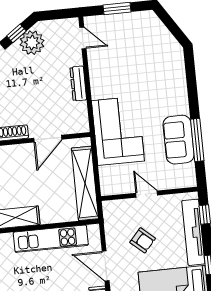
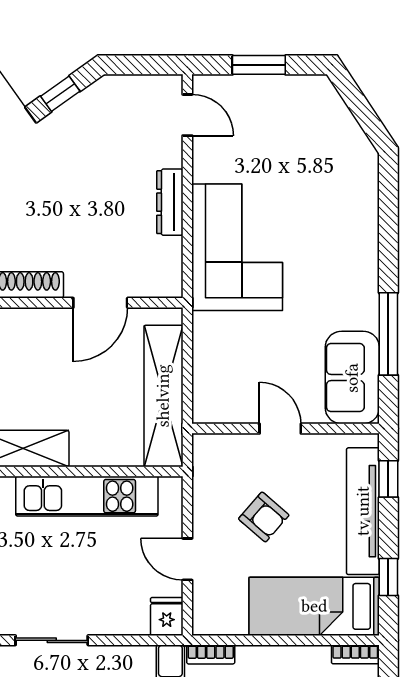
plant: (32, 43) -> (88, 114), removed
corner sofa: (118, 131) -> (237, 247), moved
sofa: (179, 140) -> (352, 378), moved
door: (106, 266) -> (187, 559), width x0.73

